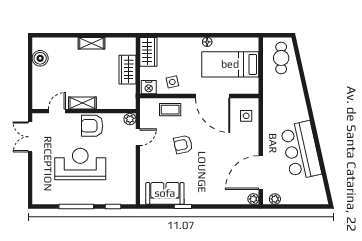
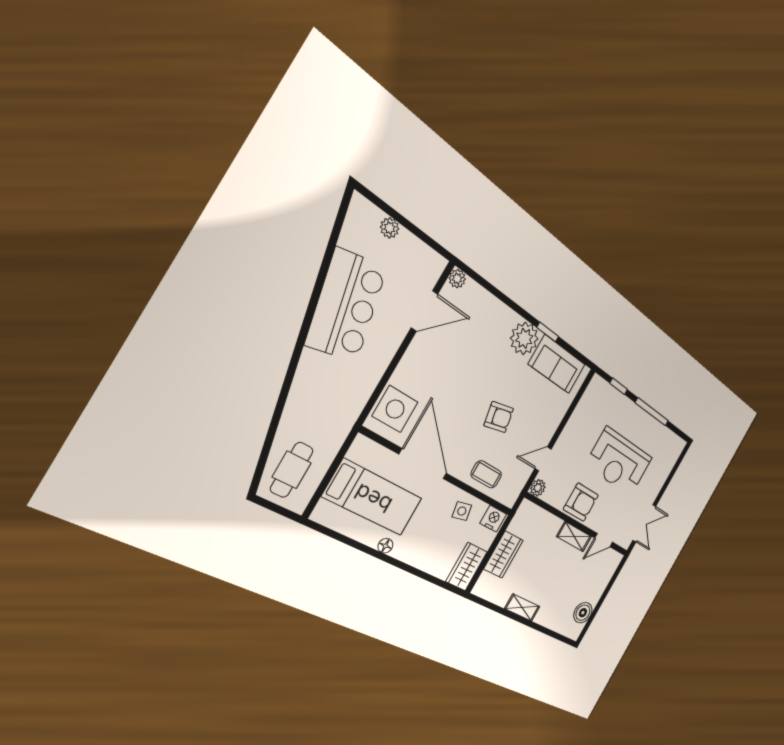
side table: (246, 116) -> (395, 409), width x1.87, depth x1.87
door: (261, 173) -> (424, 311), width x0.73
plant: (195, 194) -> (524, 338), added
plant: (275, 199) -> (390, 228), moved

